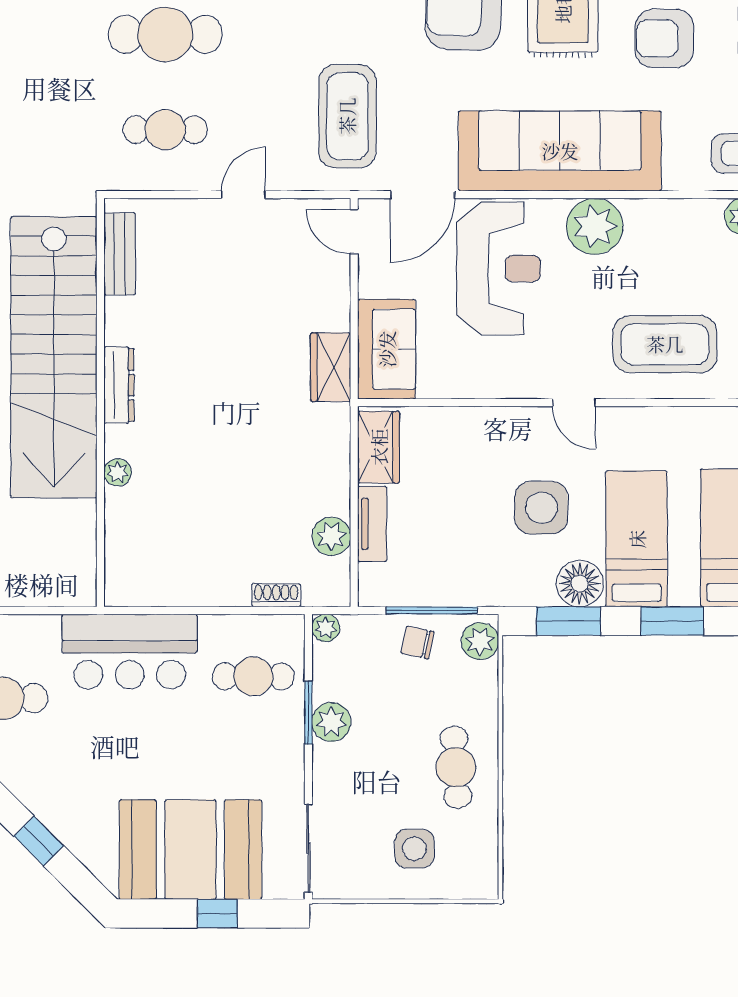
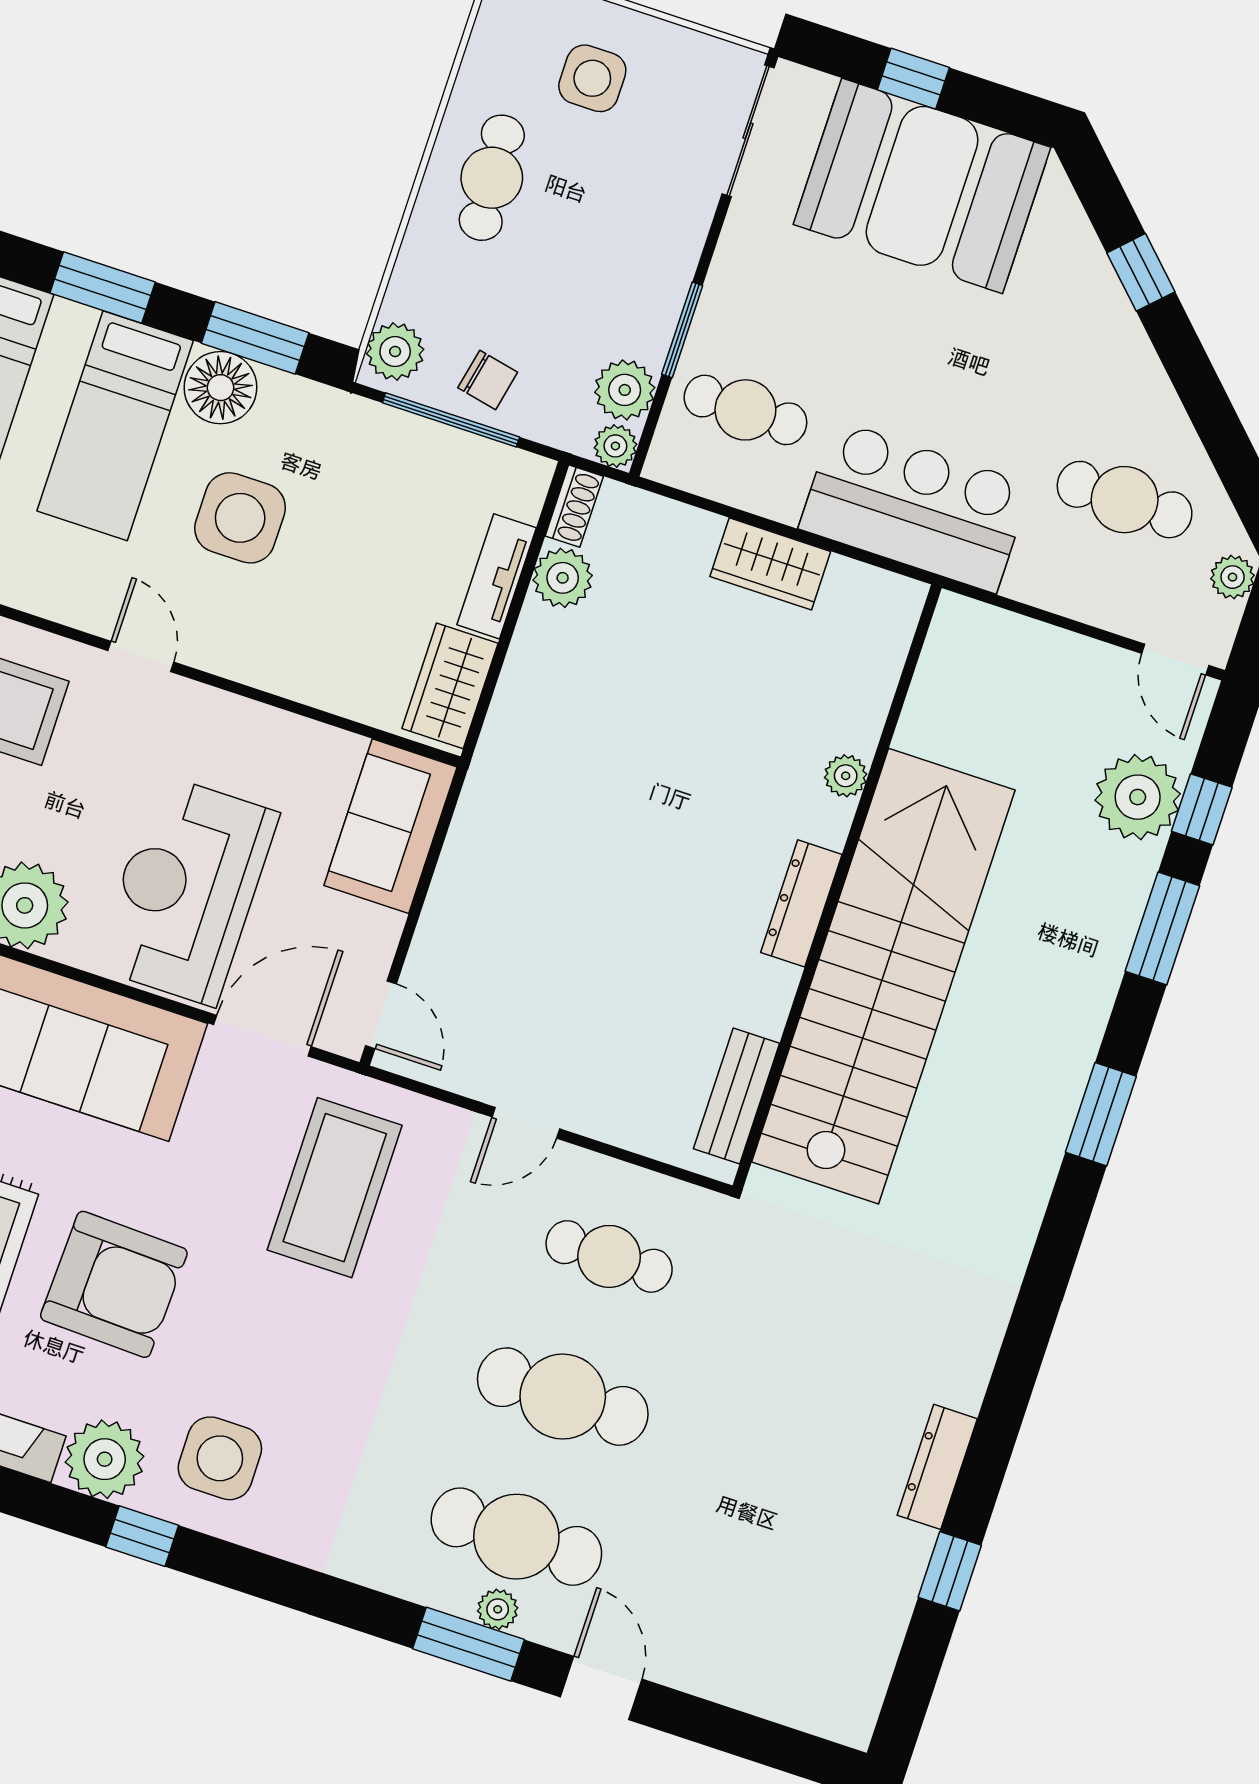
wardrobe: (331, 367) -> (770, 564), moved, turned 90
shoe rack: (276, 595) -> (574, 506), moved, turned -90
plant: (331, 722) -> (625, 390), moved

